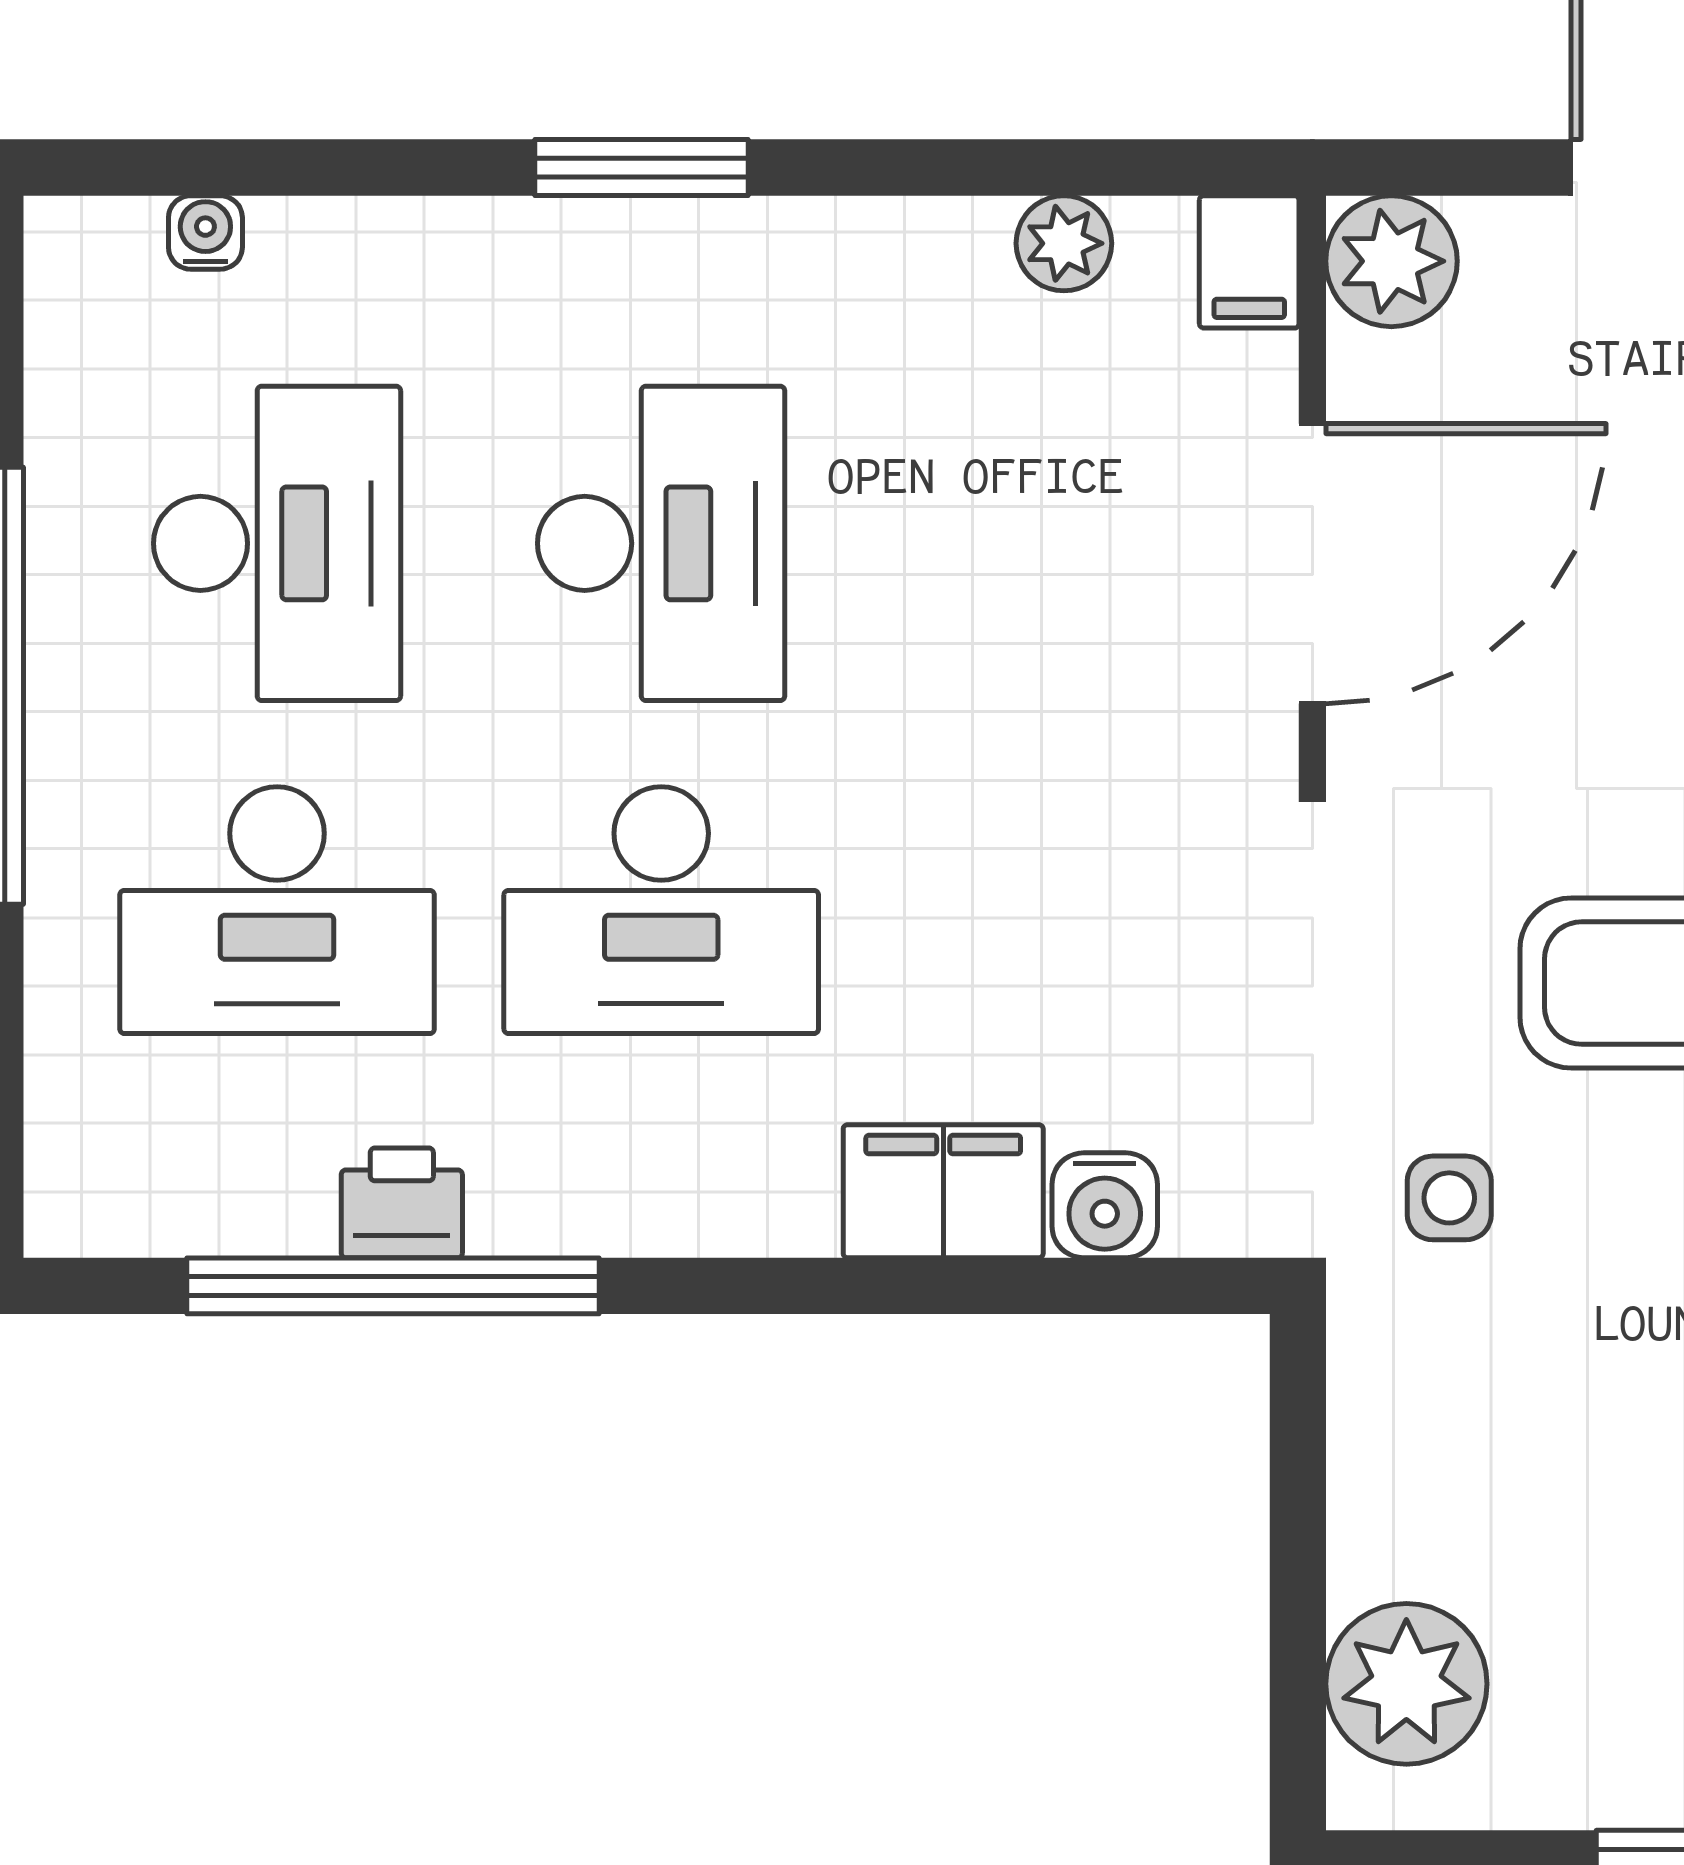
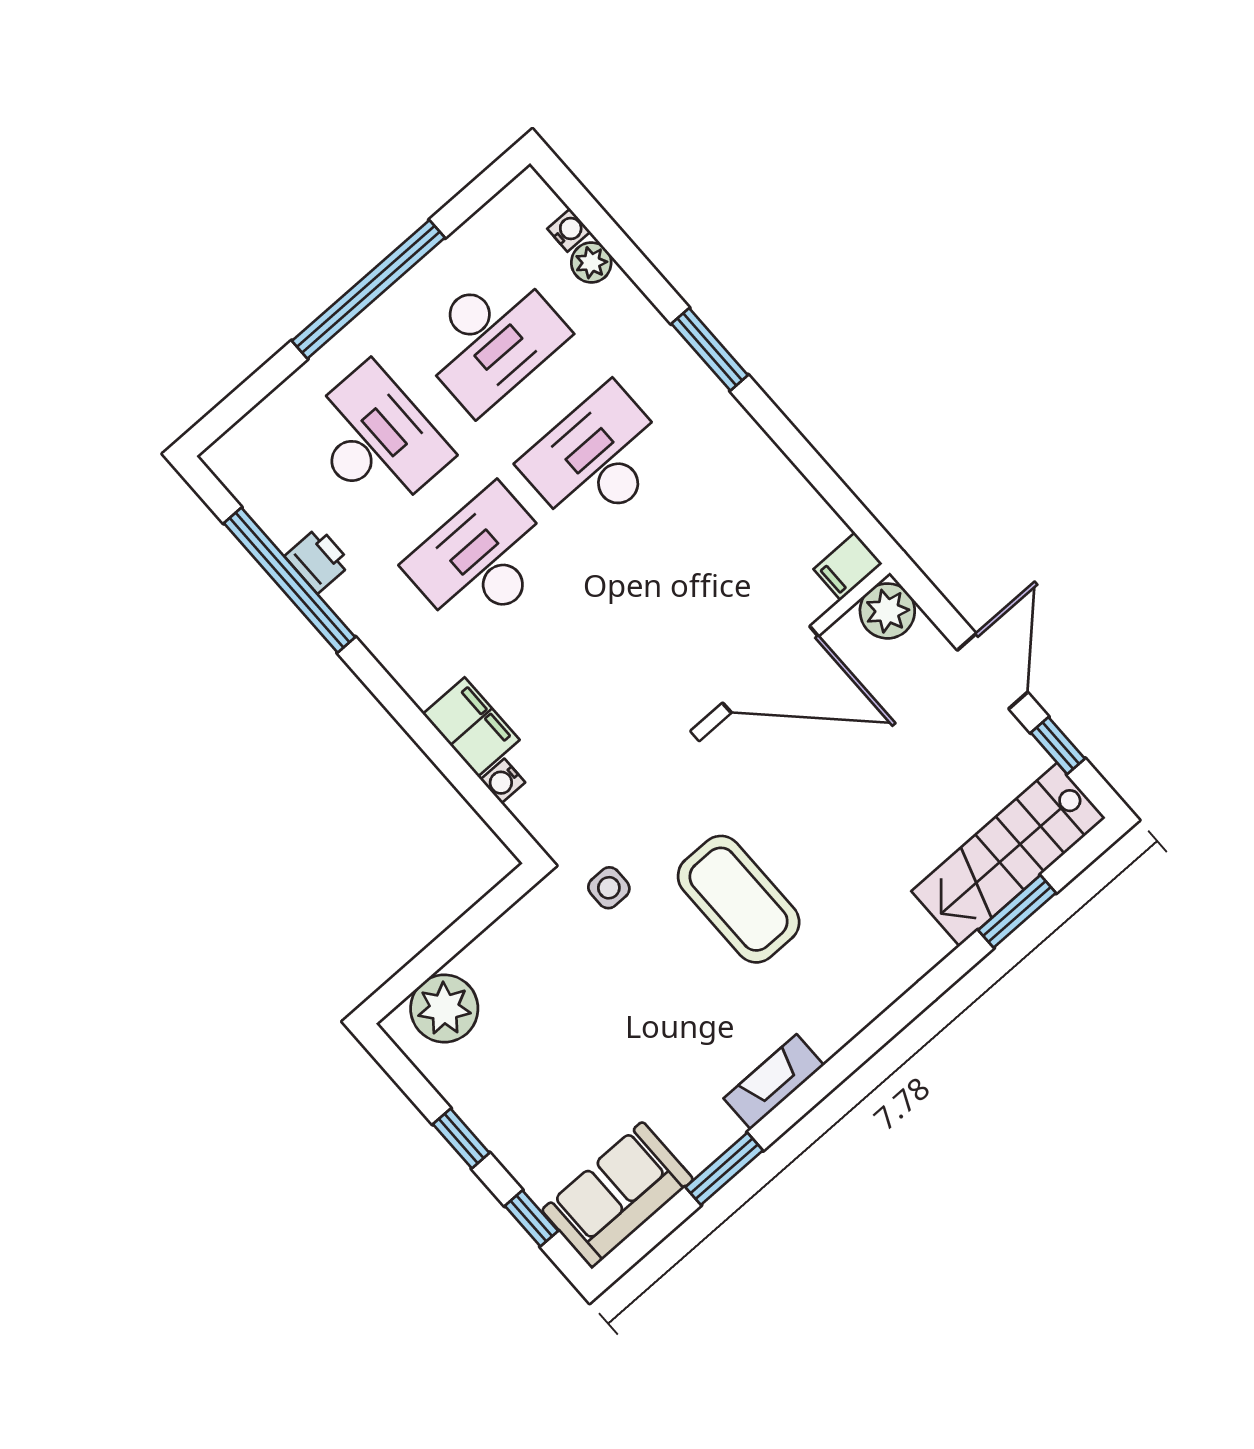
plant: (1064, 243) -> (591, 263), moved
desk: (661, 543) -> (597, 459), turned 180
desk: (277, 910) -> (376, 440), turned 180
desk: (661, 910) -> (482, 561), turned 90
water cooler: (1105, 1205) -> (503, 781), width x0.72, depth x0.72

